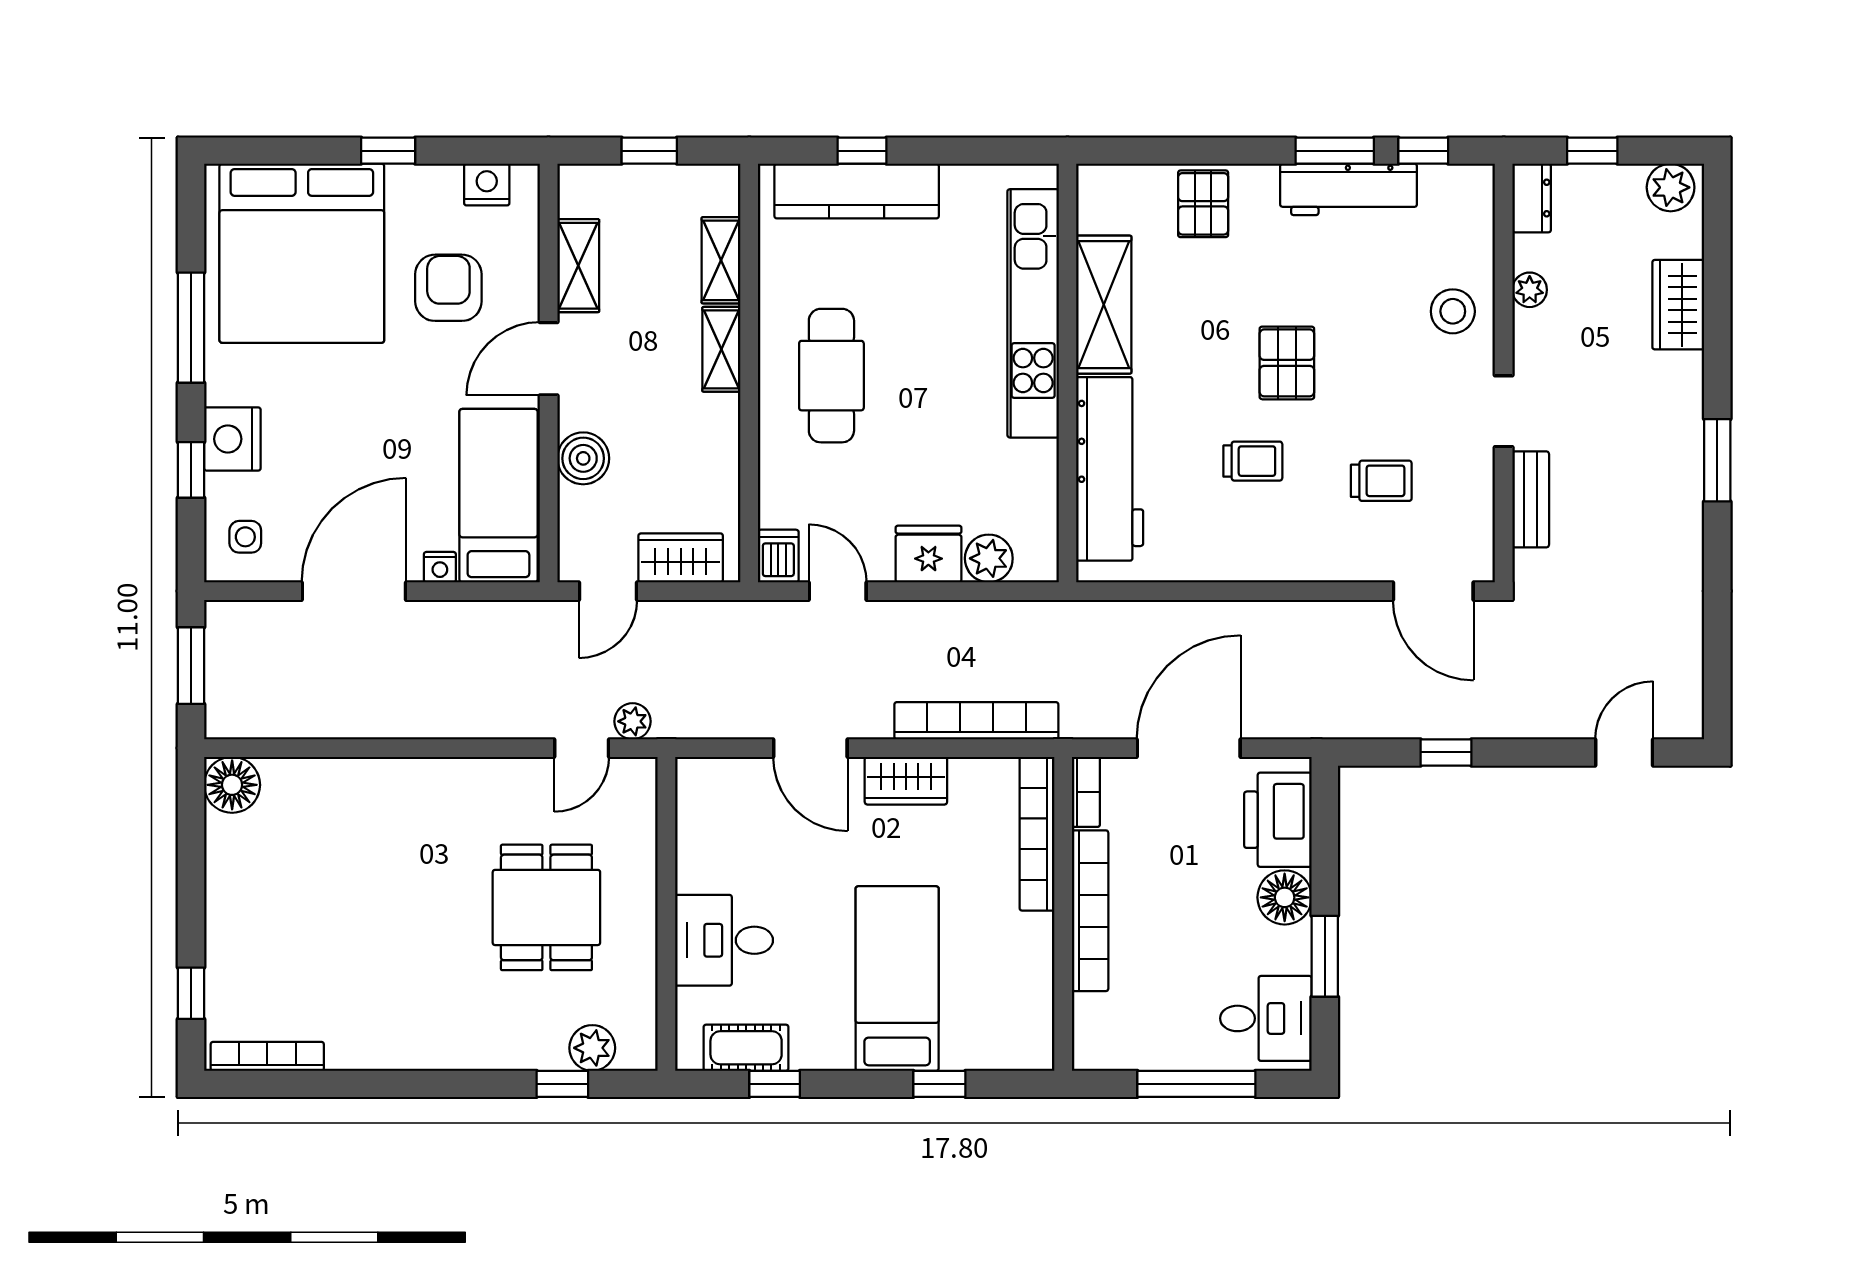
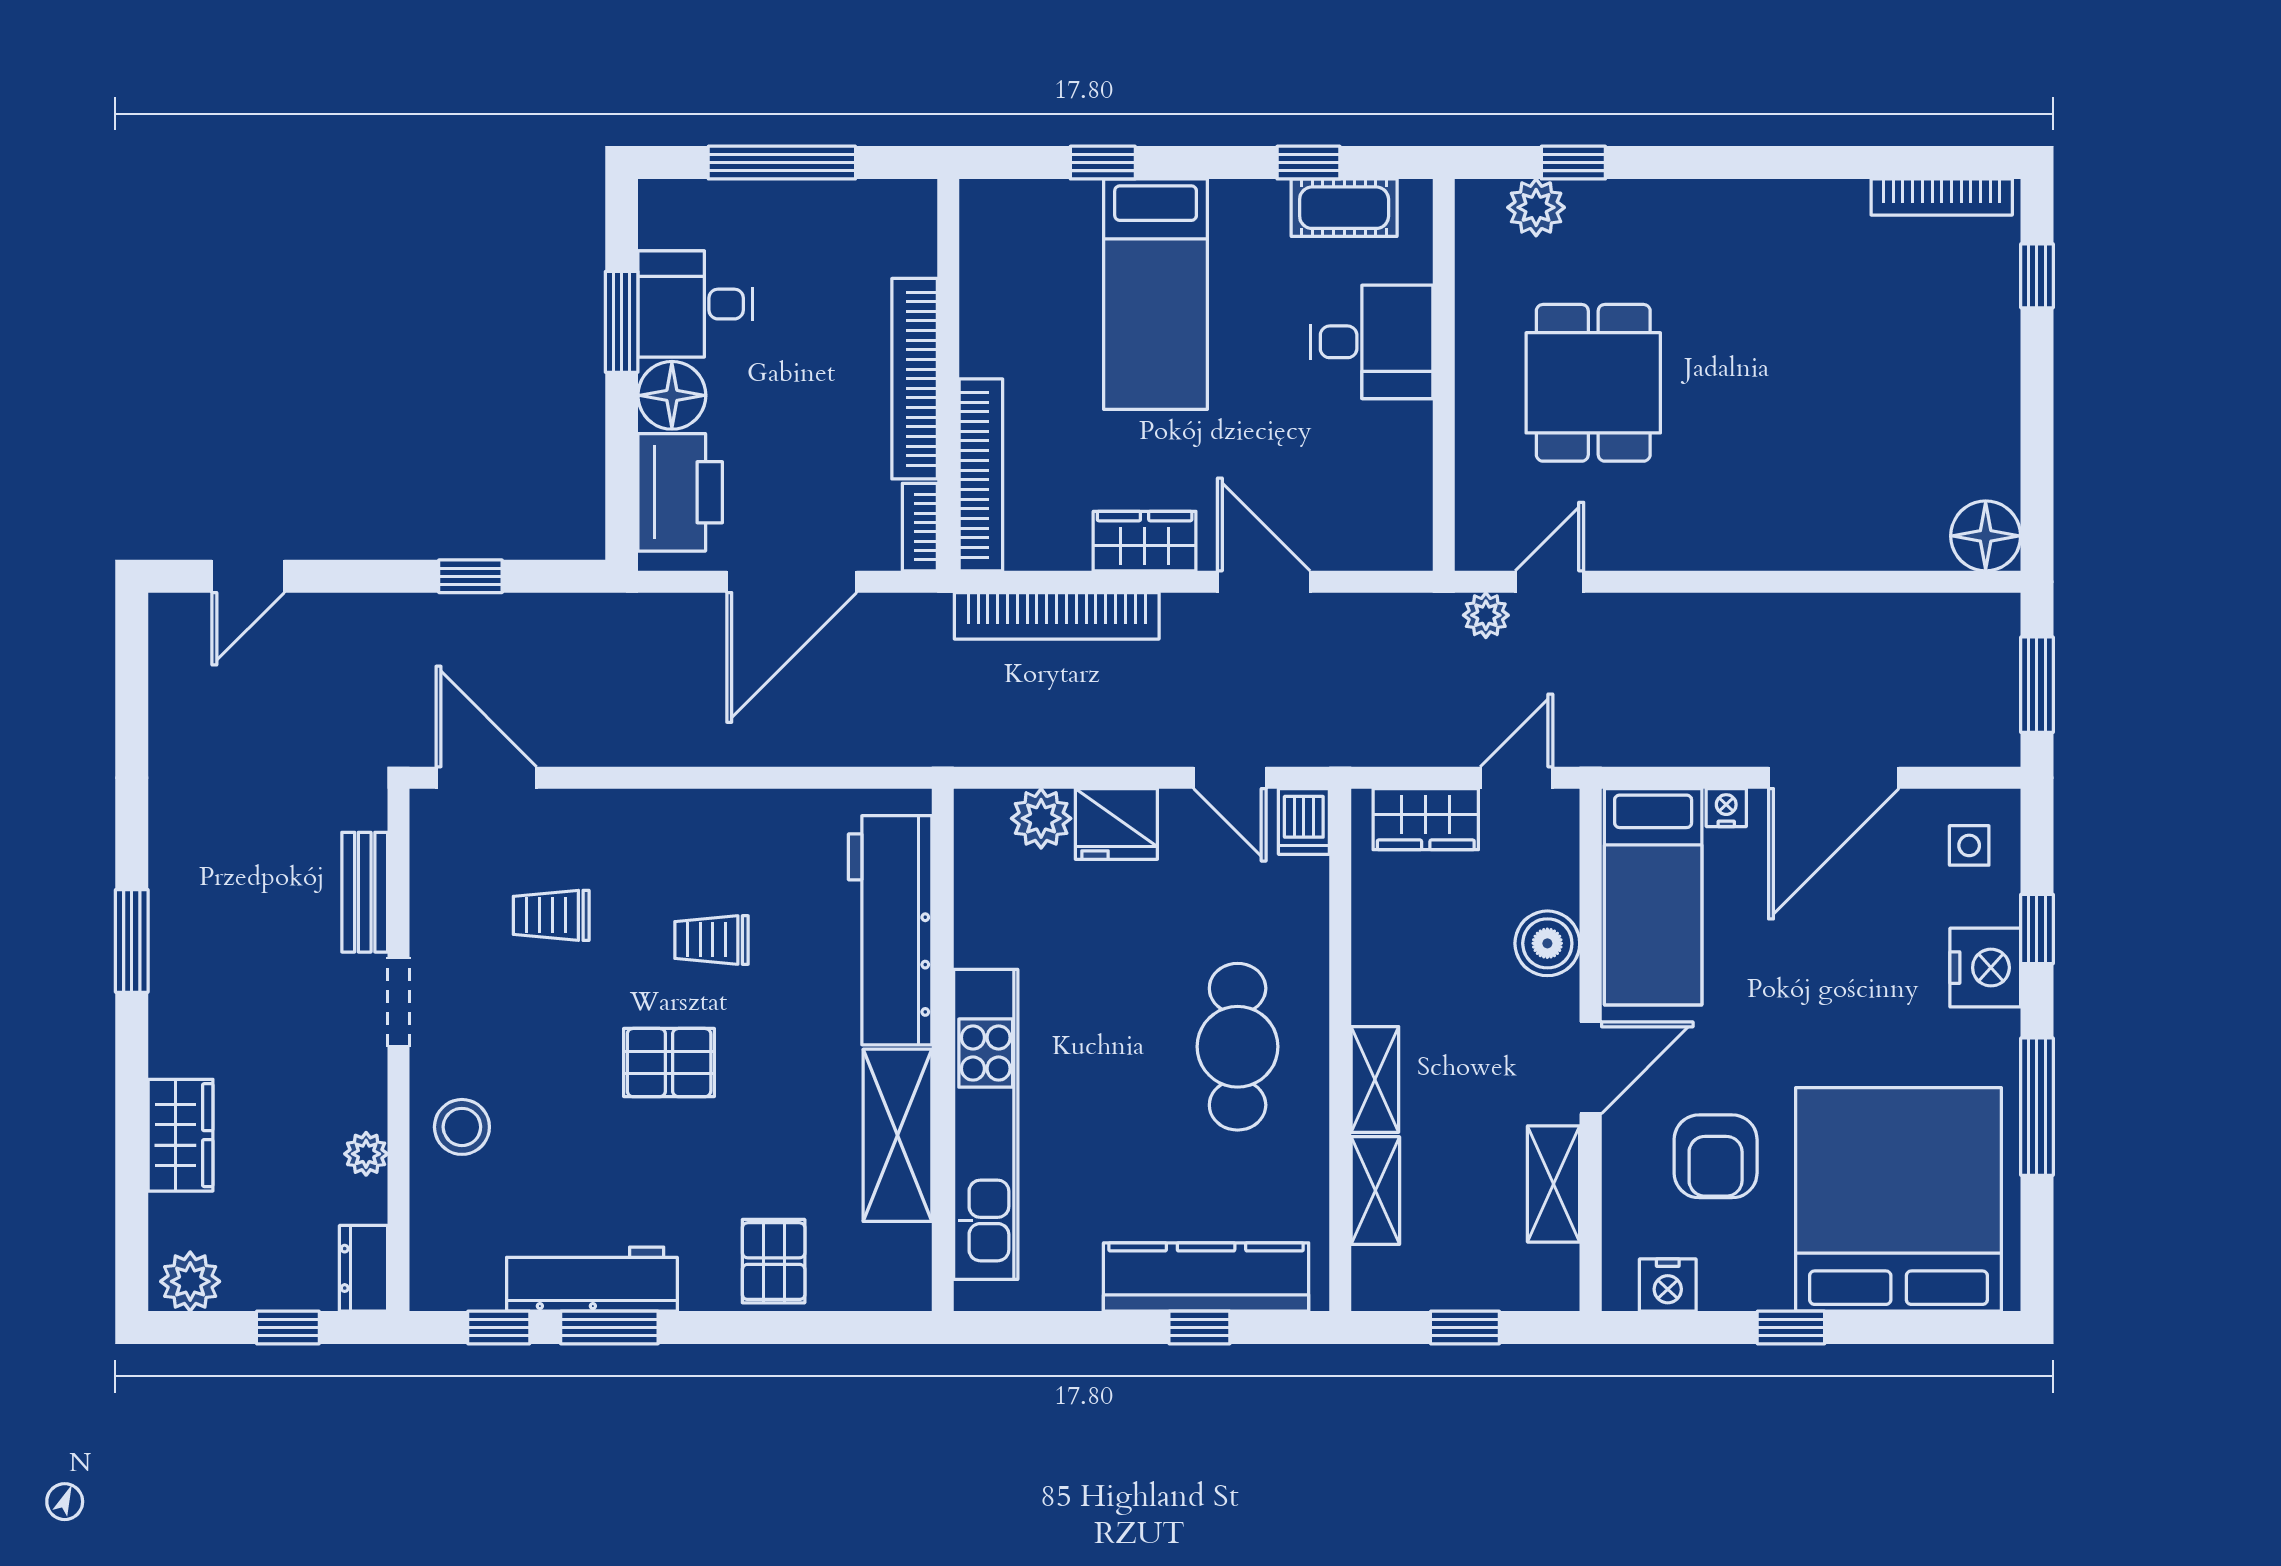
pallet: (1287, 363) -> (669, 1063), turned 90
desk: (1266, 1018) -> (695, 304), moved

